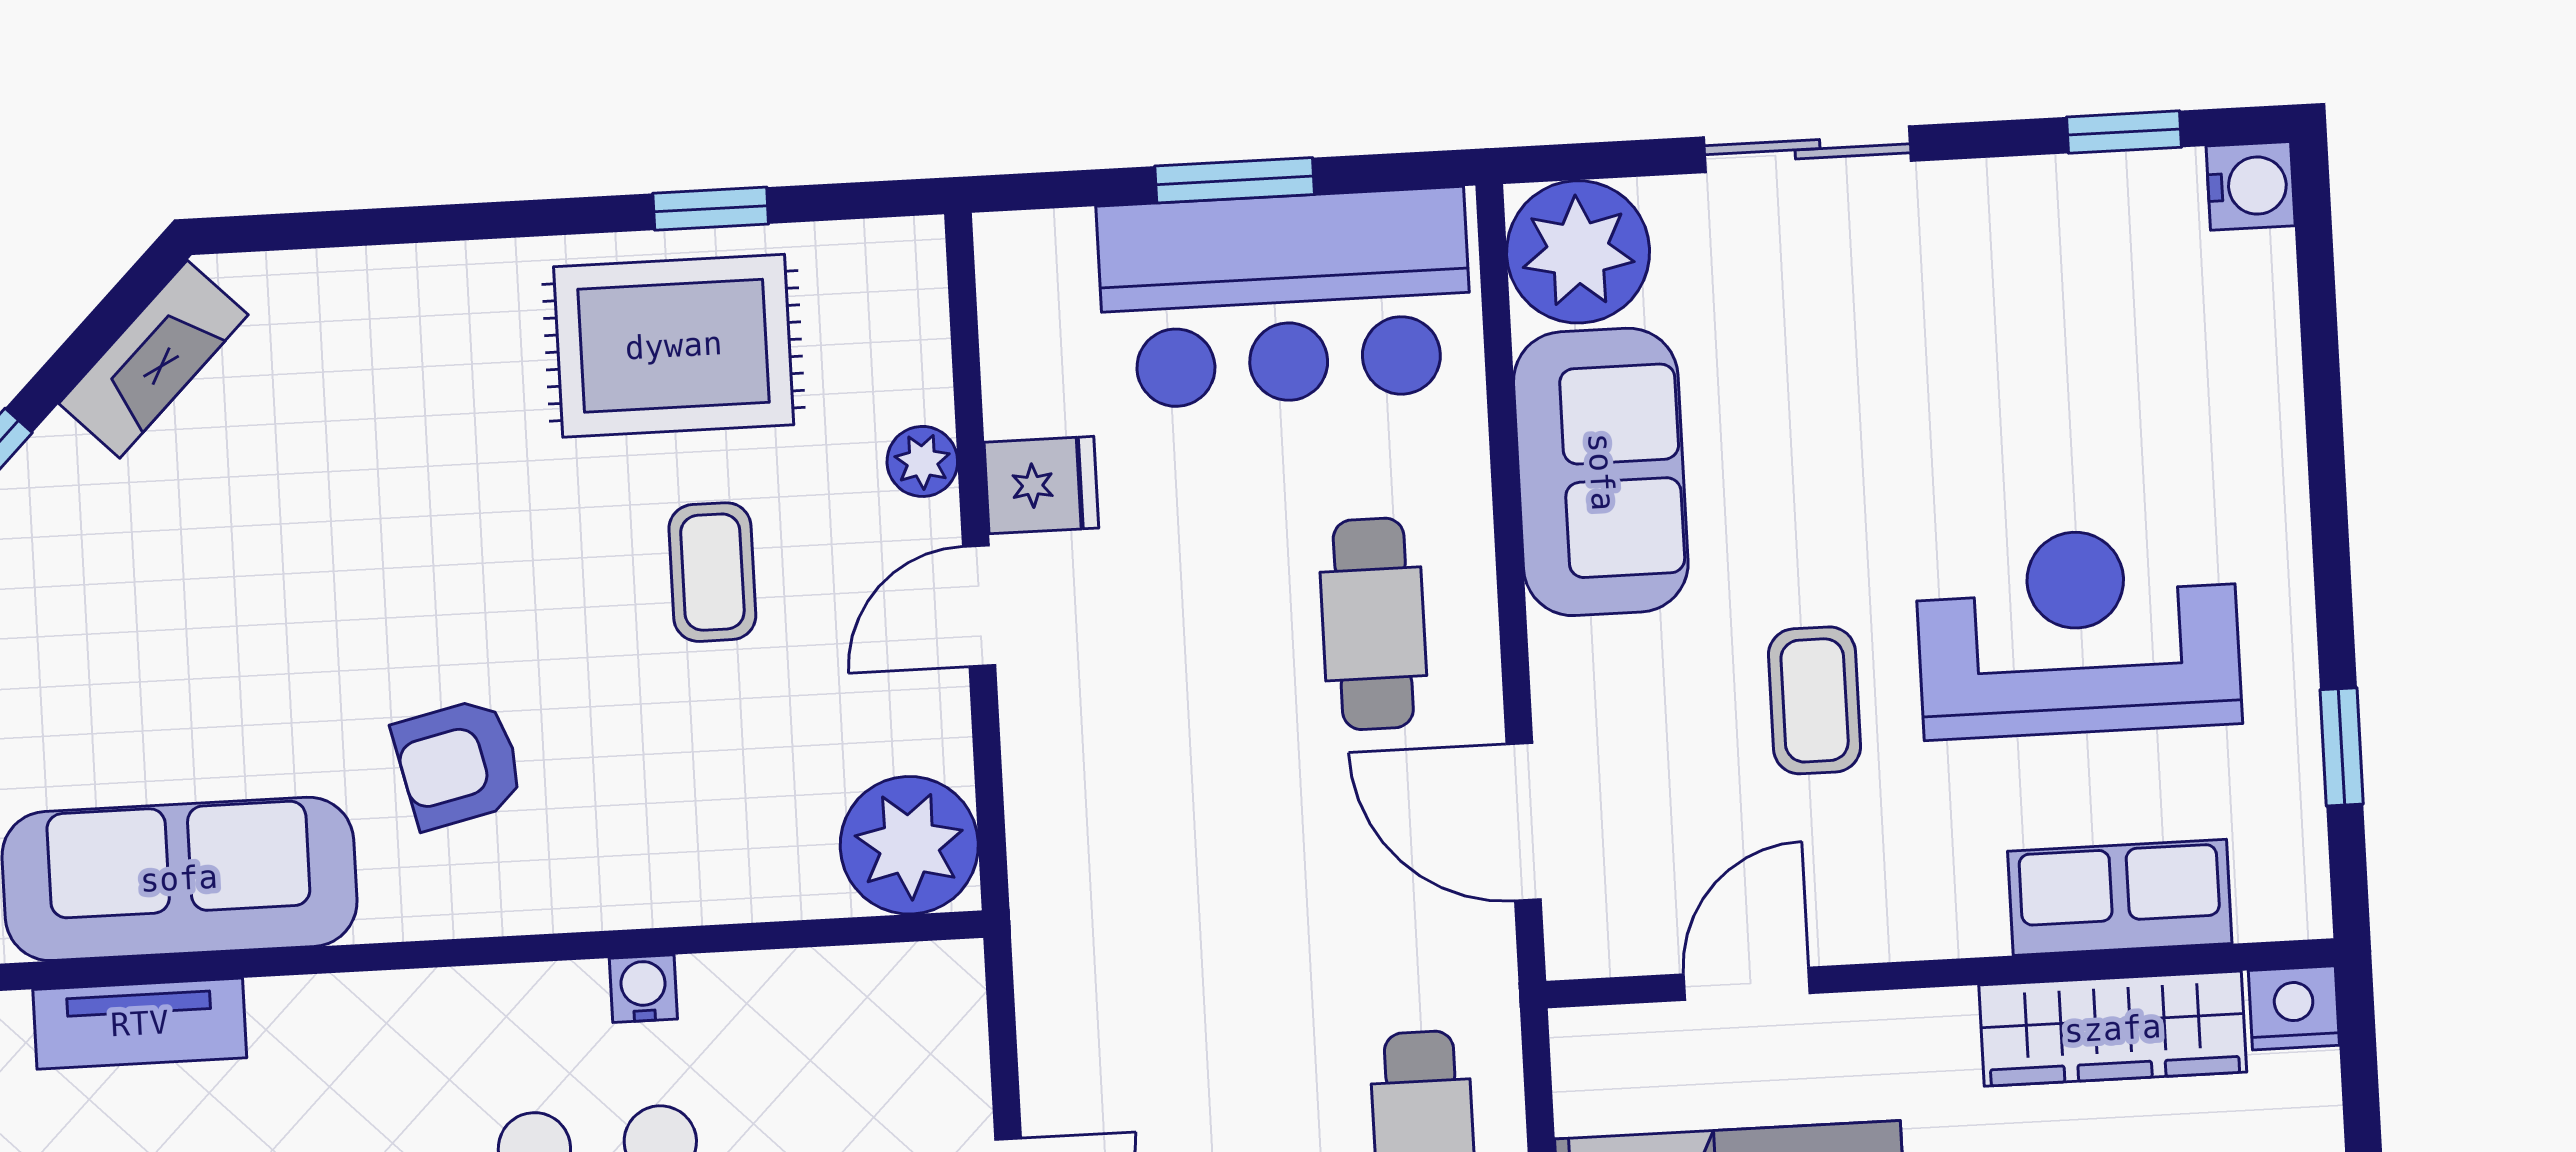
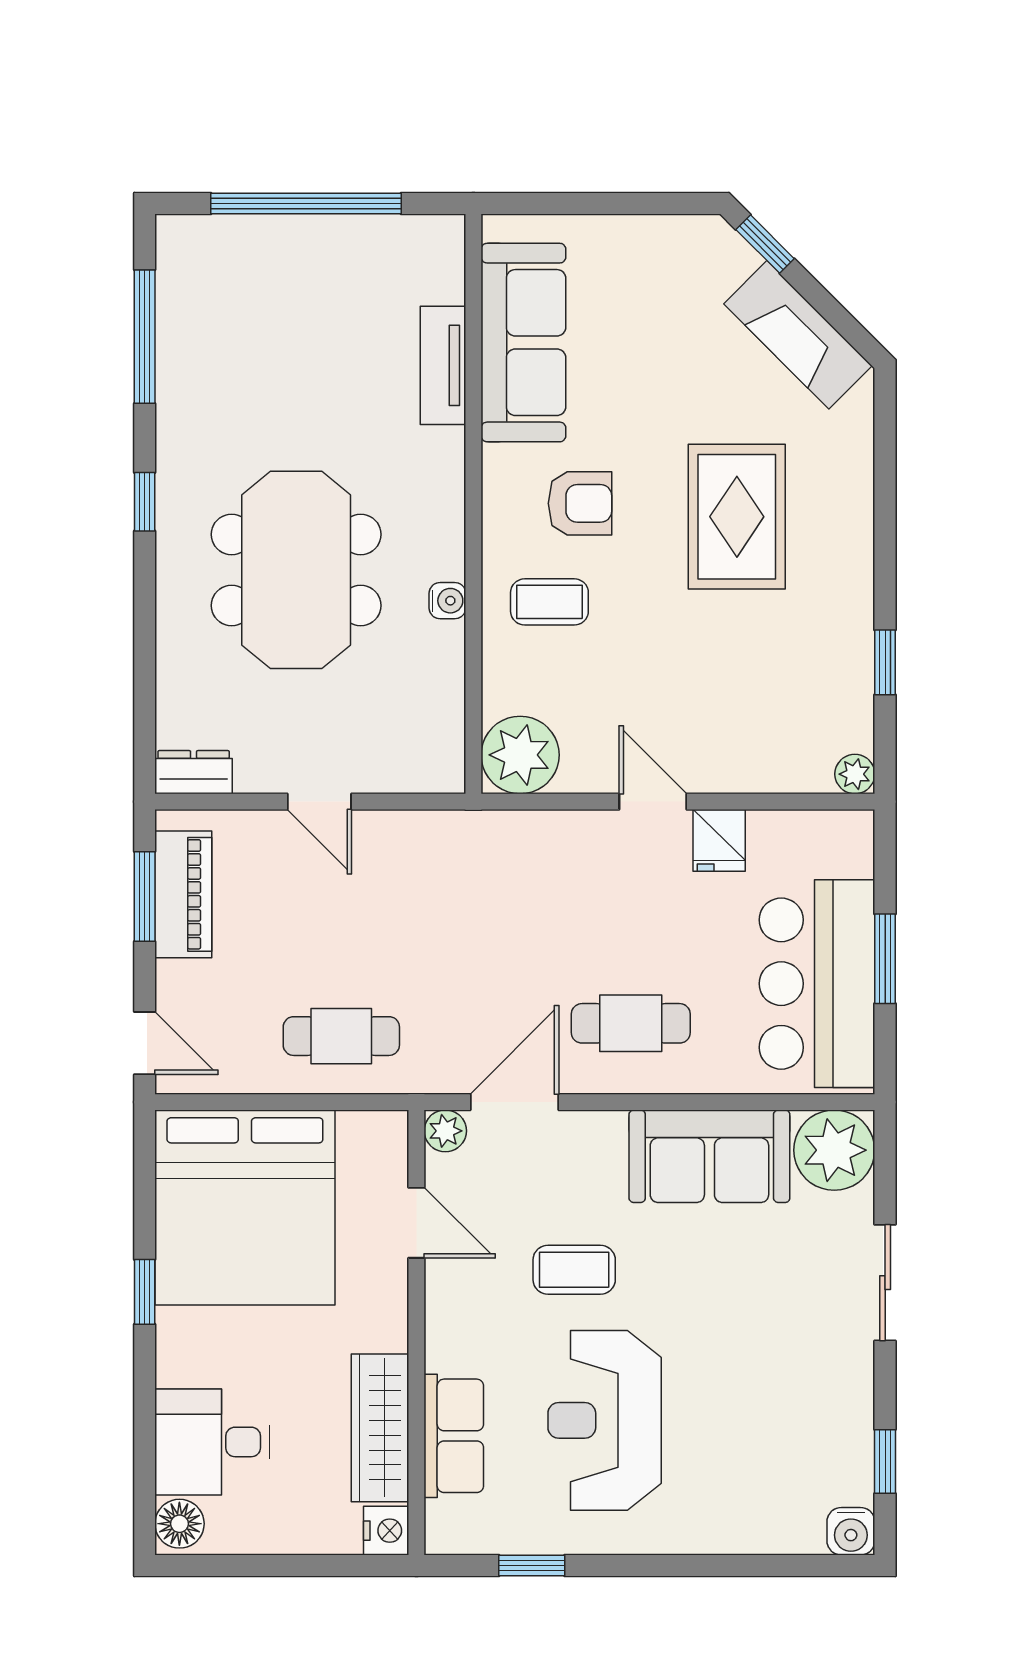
rug: (674, 346) -> (737, 517), moved
fireplace: (154, 359) -> (798, 335), width x1.37, depth x1.32
plant: (922, 461) -> (855, 774), moved
coffee table: (712, 572) -> (549, 602), moved
reception desk: (2078, 632) -> (605, 1420), turned 180
armchair: (459, 763) -> (580, 503), turned 103
plant: (1581, 942) -> (445, 1131), added
tv unit: (140, 1024) -> (443, 365), moved

